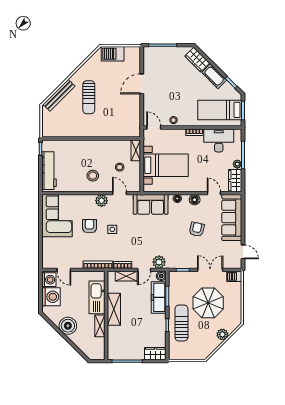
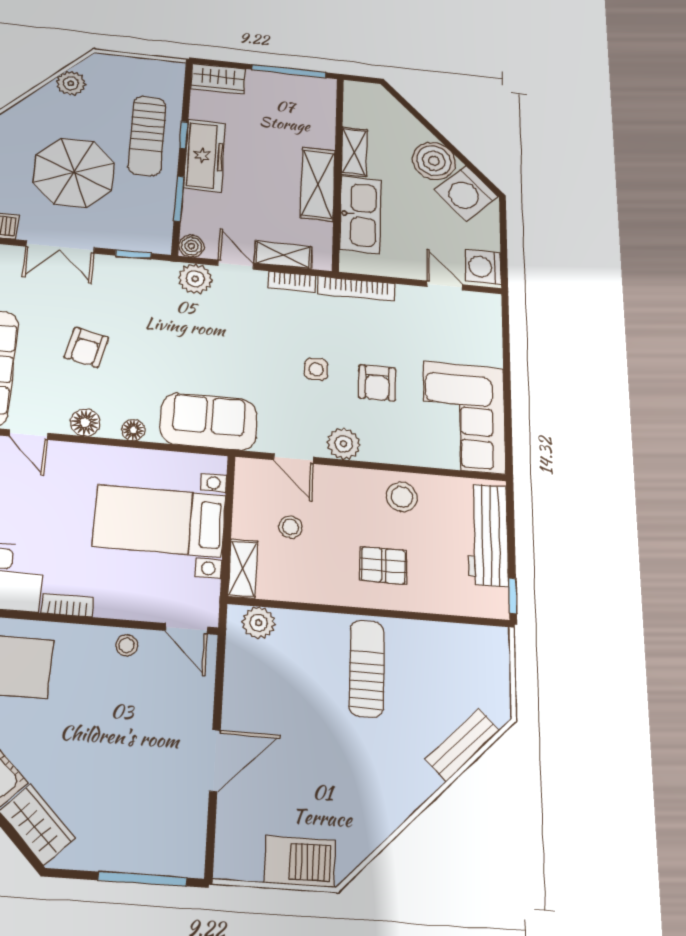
bench: (59, 95) -> (463, 745), width x0.73
sun lounger: (89, 97) -> (367, 668), moved
plant: (129, 132) -> (259, 623), added
pallet: (86, 156) -> (383, 565), added
stool: (93, 176) -> (402, 497), moved
door: (144, 270) -> (236, 265), hinge flipped
washing machine: (51, 297) -> (466, 193), moved, turned -45
freezer: (159, 297) -> (205, 156), moved
plant: (222, 334) -> (71, 83), moved

